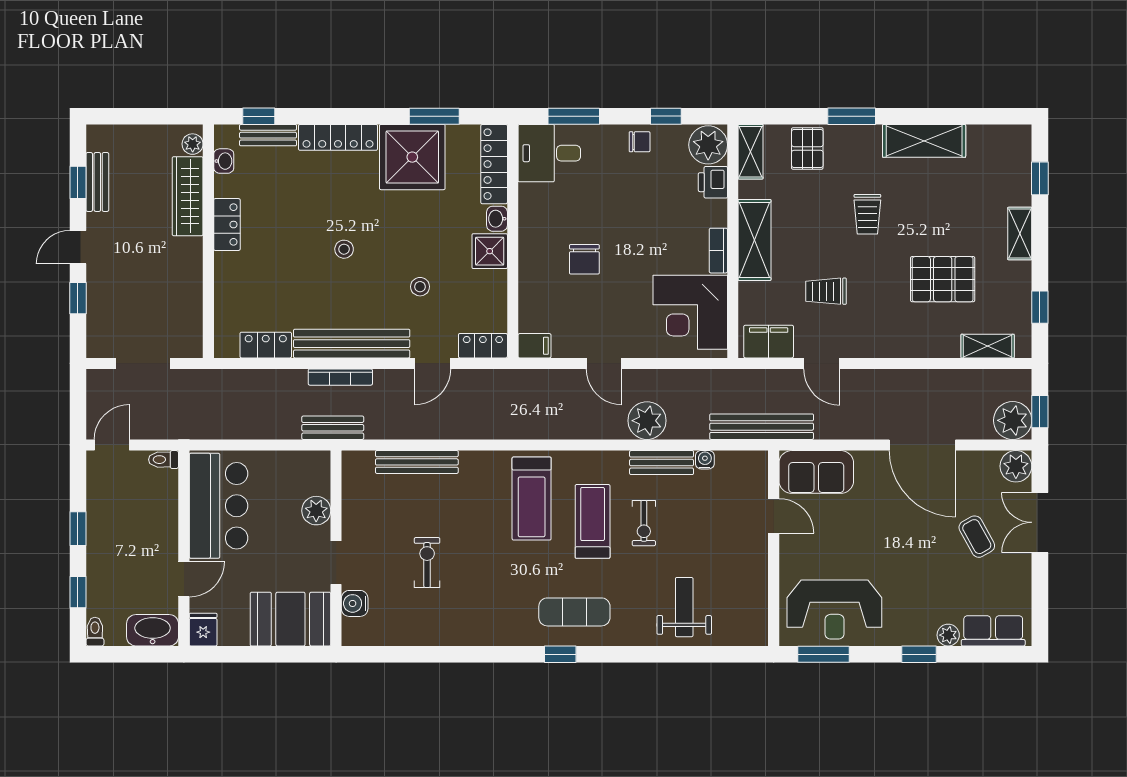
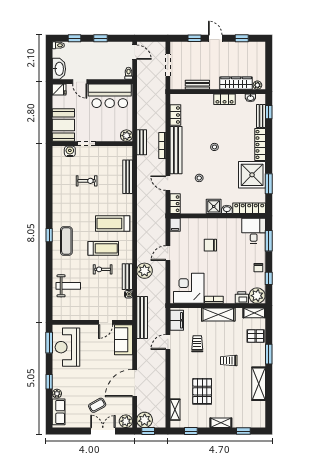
bench: (97, 182) -> (197, 85), moved
plant: (316, 511) -> (126, 136), moved

